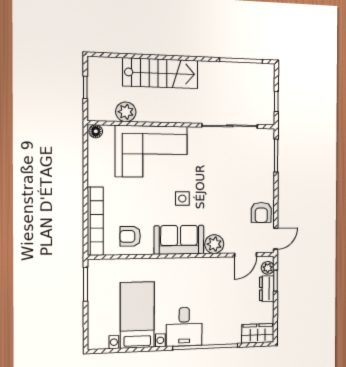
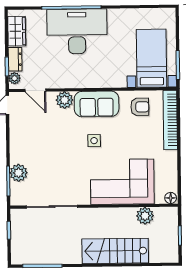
plant: (265, 164) -> (19, 173), added
armchair: (261, 212) -> (21, 129), removed
door: (246, 255) -> (35, 90), swing flipped
bed with nightstands: (137, 315) -> (152, 58), moved, turned 180
desk: (184, 327) -> (77, 31), width x1.87, depth x1.30
wardrobe: (258, 333) -> (17, 31), moved, turned -90

